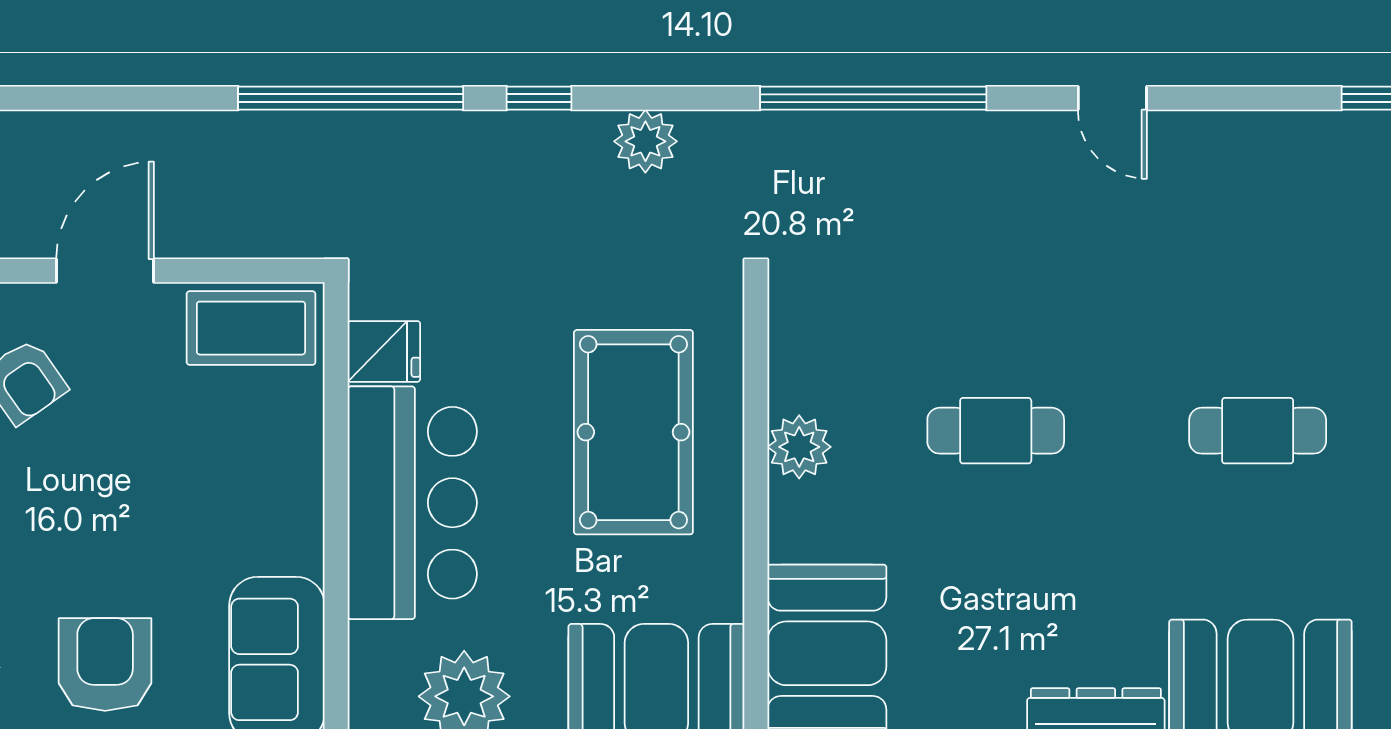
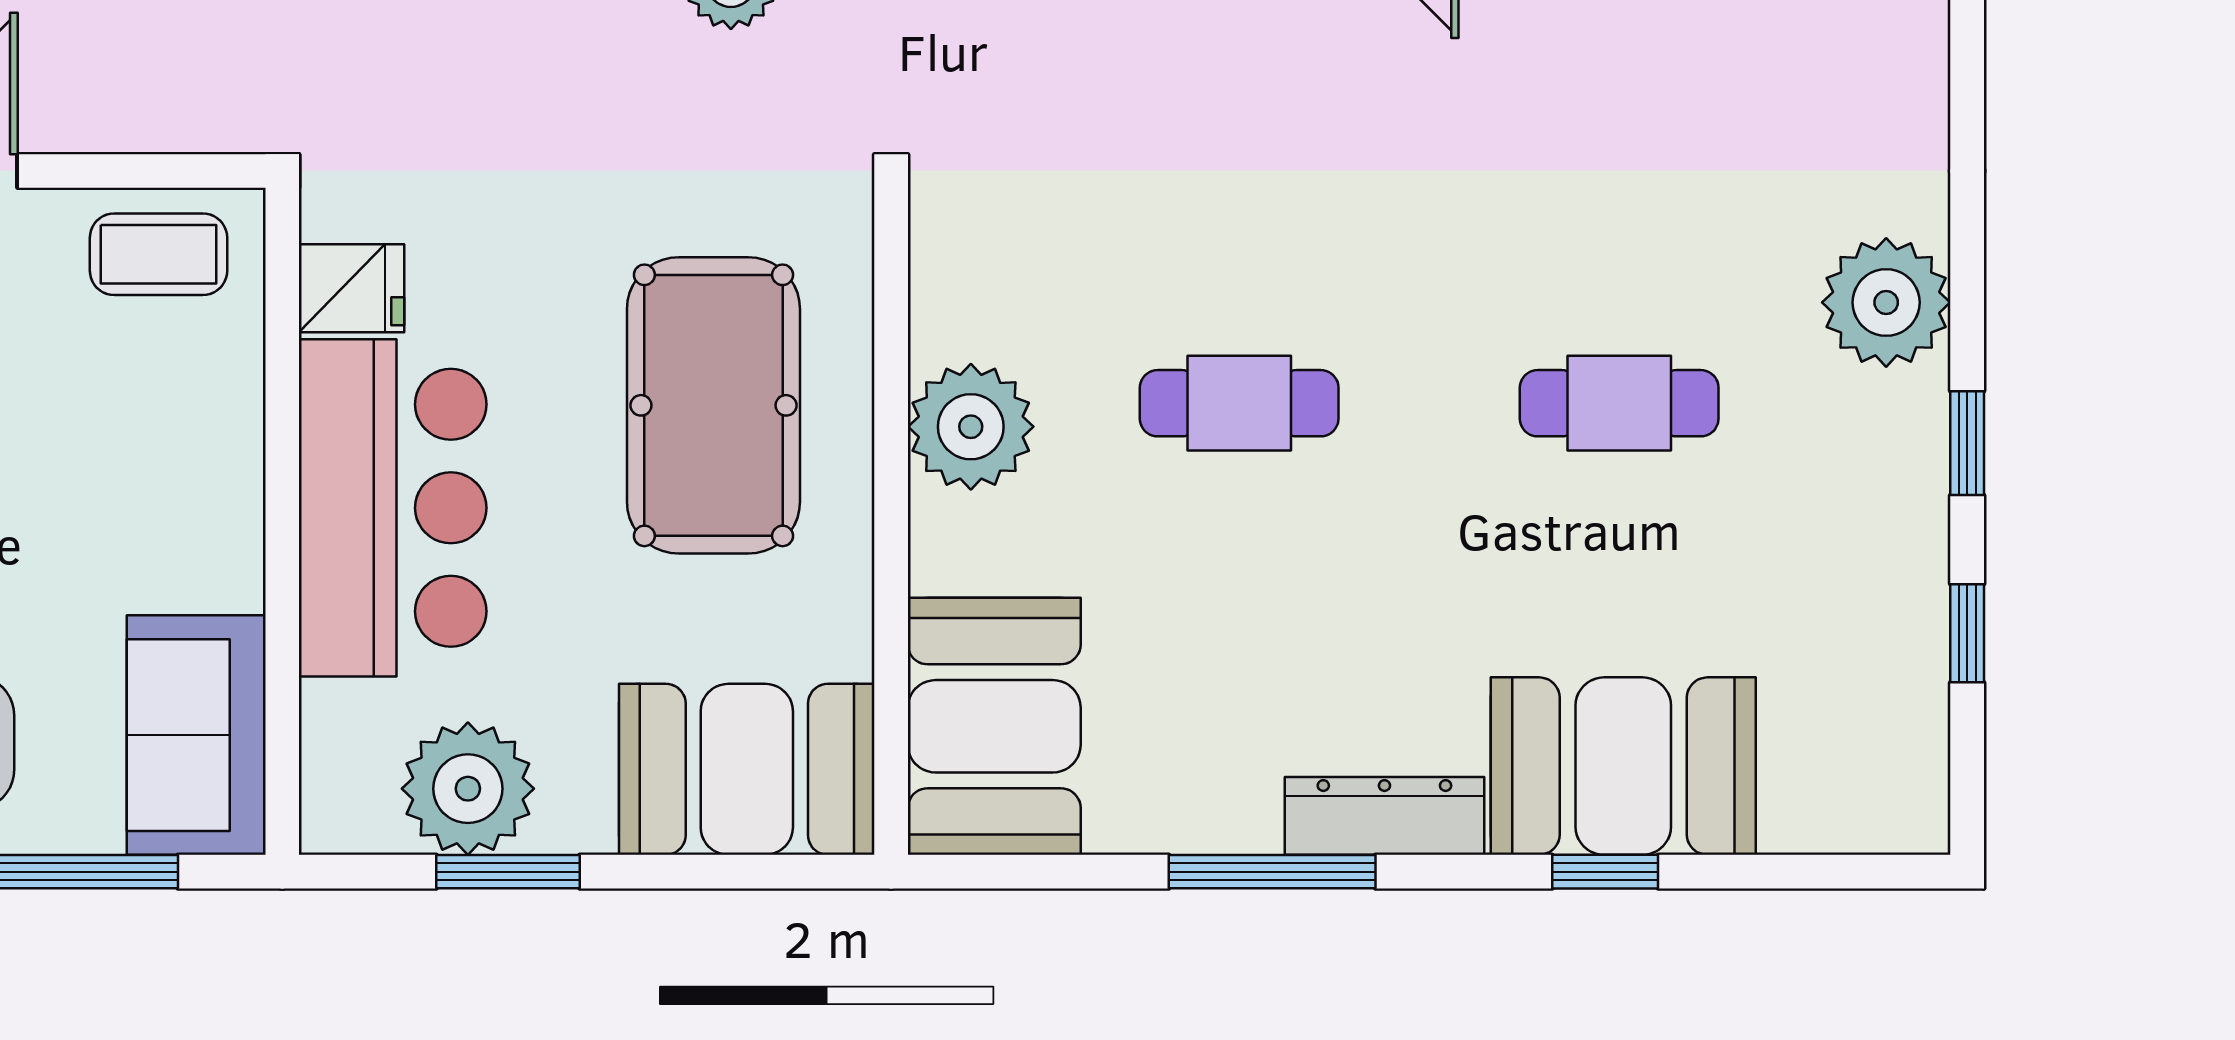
coffee table: (251, 328) -> (159, 254), width x0.73, depth x0.77
plant: (799, 447) -> (971, 427), width x1.36, depth x1.36

